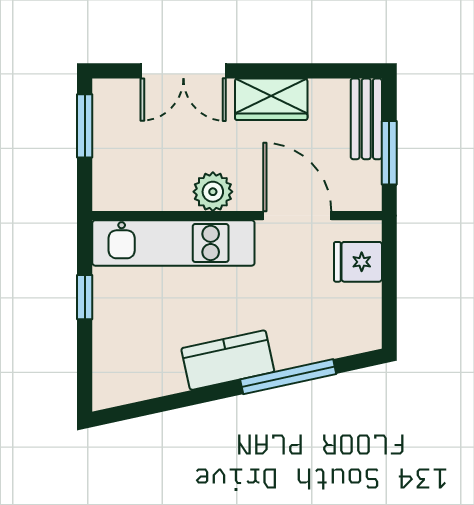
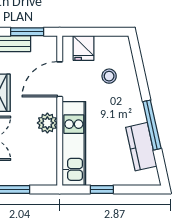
stool: (303, 311) -> (109, 76), added
kitchen counter: (228, 360) -> (141, 147), moved
window: (288, 377) -> (152, 125), moved

